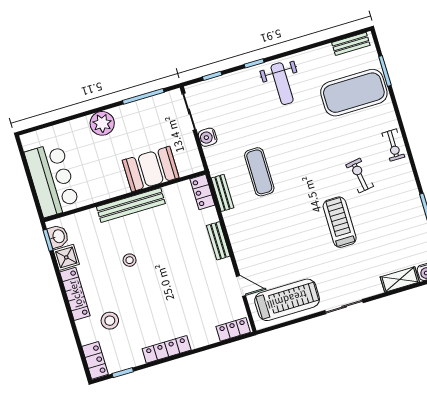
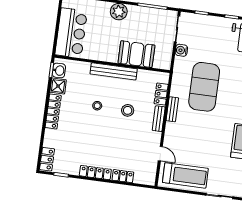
exercise mat: (259, 172) -> (204, 87), width x2.00, depth x1.45
locker: (202, 192) -> (161, 94), moved
bench: (223, 193) -> (172, 109), moved
stool: (110, 321) -> (128, 110), moved
locker: (233, 329) -> (123, 176), moved

